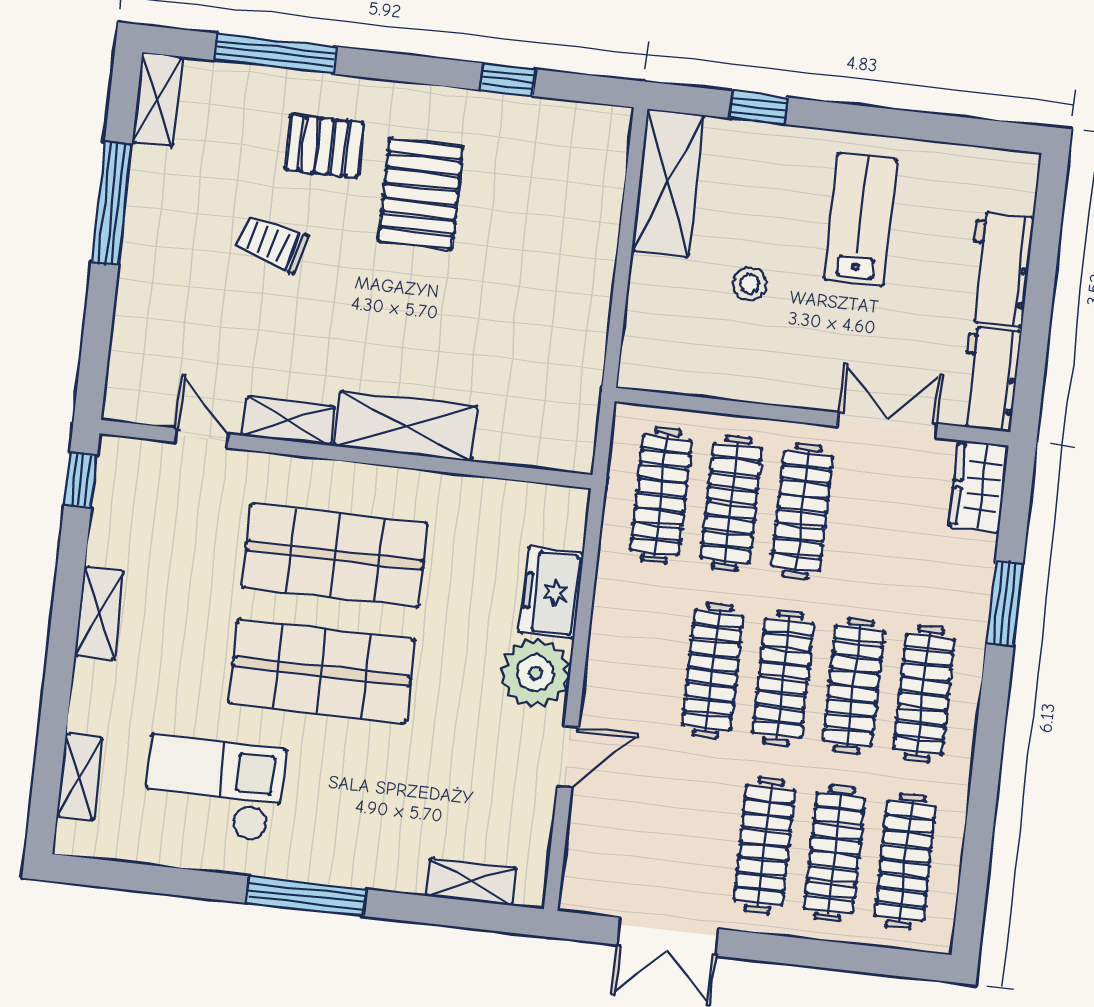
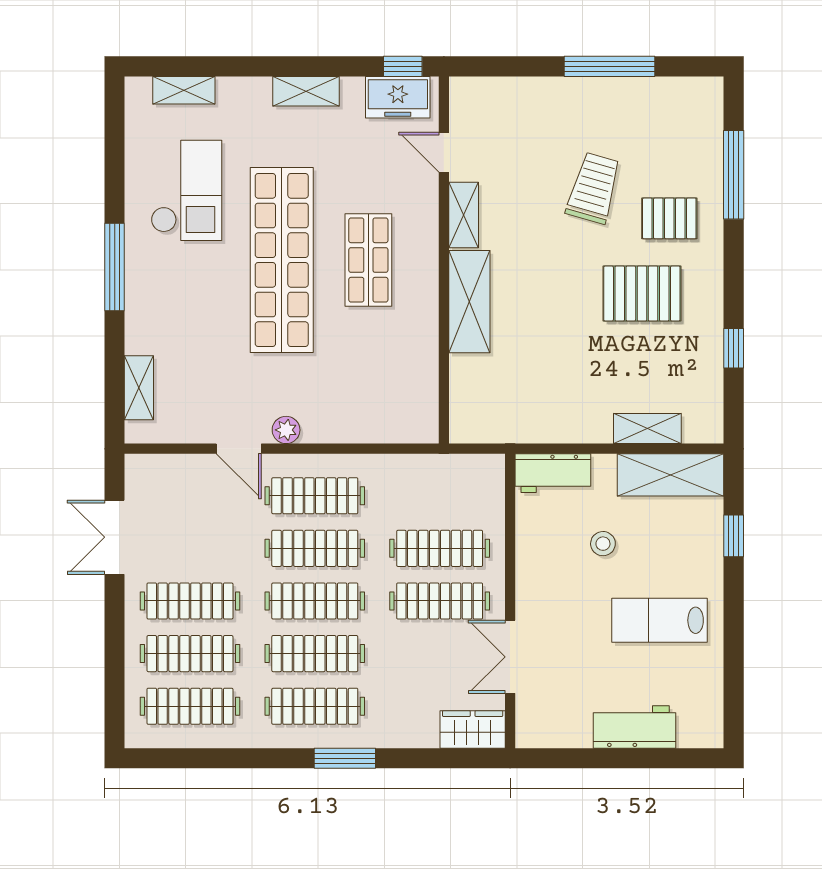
shelving: (157, 100) -> (647, 429), moved
pallet: (324, 146) -> (669, 218), turned 90
lab bench: (861, 220) -> (659, 620), turned 180
trolley: (272, 243) -> (594, 188), width x1.36, depth x1.39
workbench: (990, 379) -> (553, 473), moved, turned 180
double door: (887, 425) -> (510, 657), swing flipped
door: (202, 438) -> (444, 152), swing flipped
clothes rail: (661, 495) -> (315, 496), moved
shop shelf: (335, 555) -> (368, 260), width x0.70, depth x0.74
freezer: (551, 593) -> (398, 97), moved, turned 180
window: (1005, 604) -> (345, 758), moved
shop shelf: (322, 671) -> (282, 260), width x1.40
plant: (536, 673) -> (286, 430), width x0.53, depth x0.53

